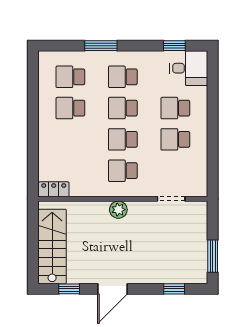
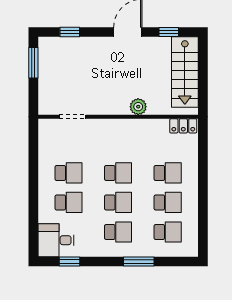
school desk: (123, 171) -> (168, 173), moved
plant: (118, 210) -> (138, 107), moved

